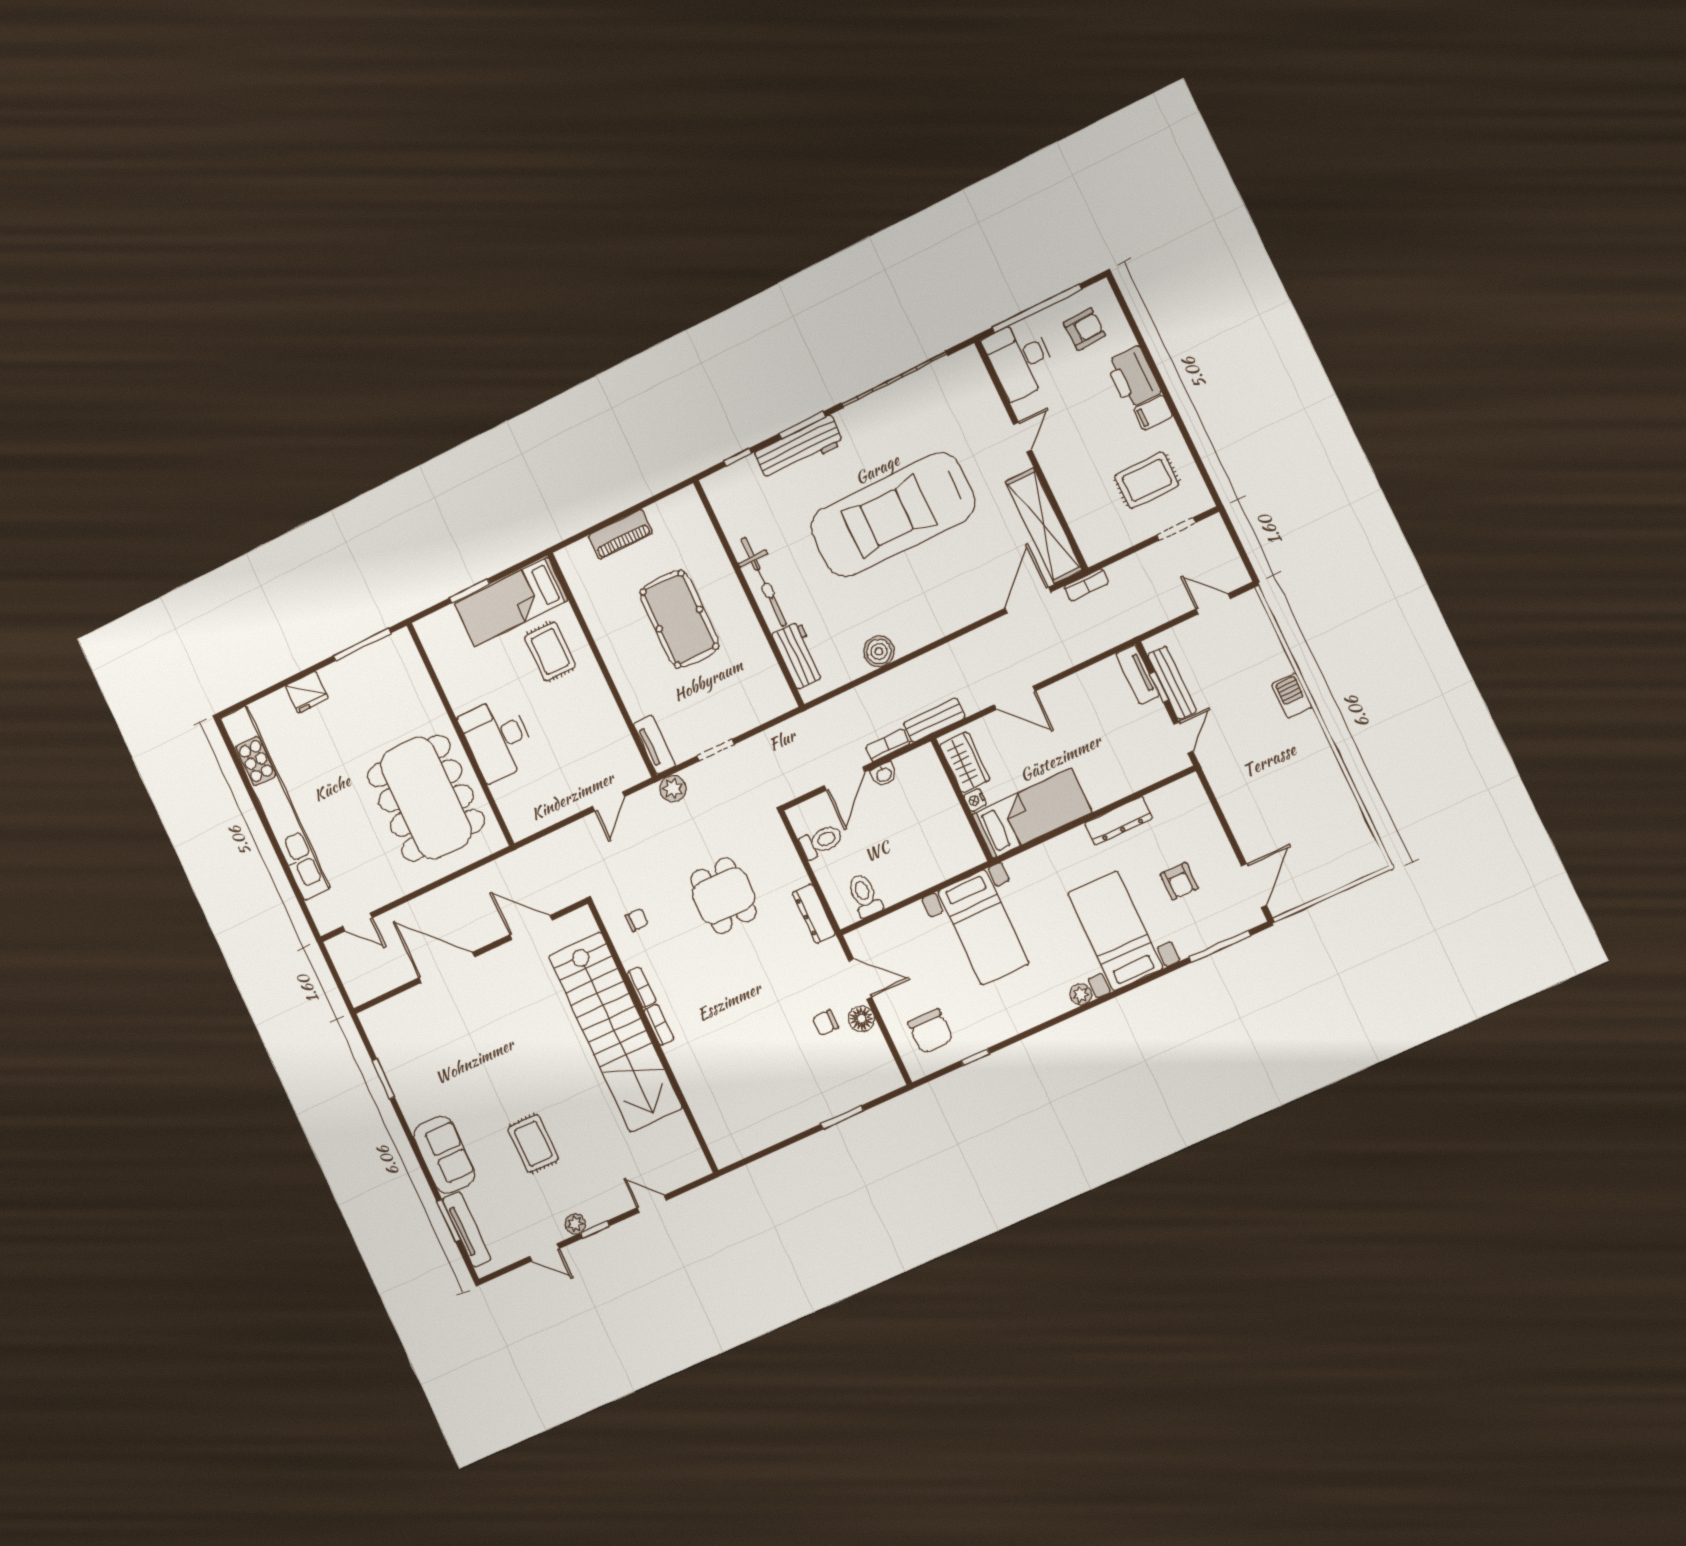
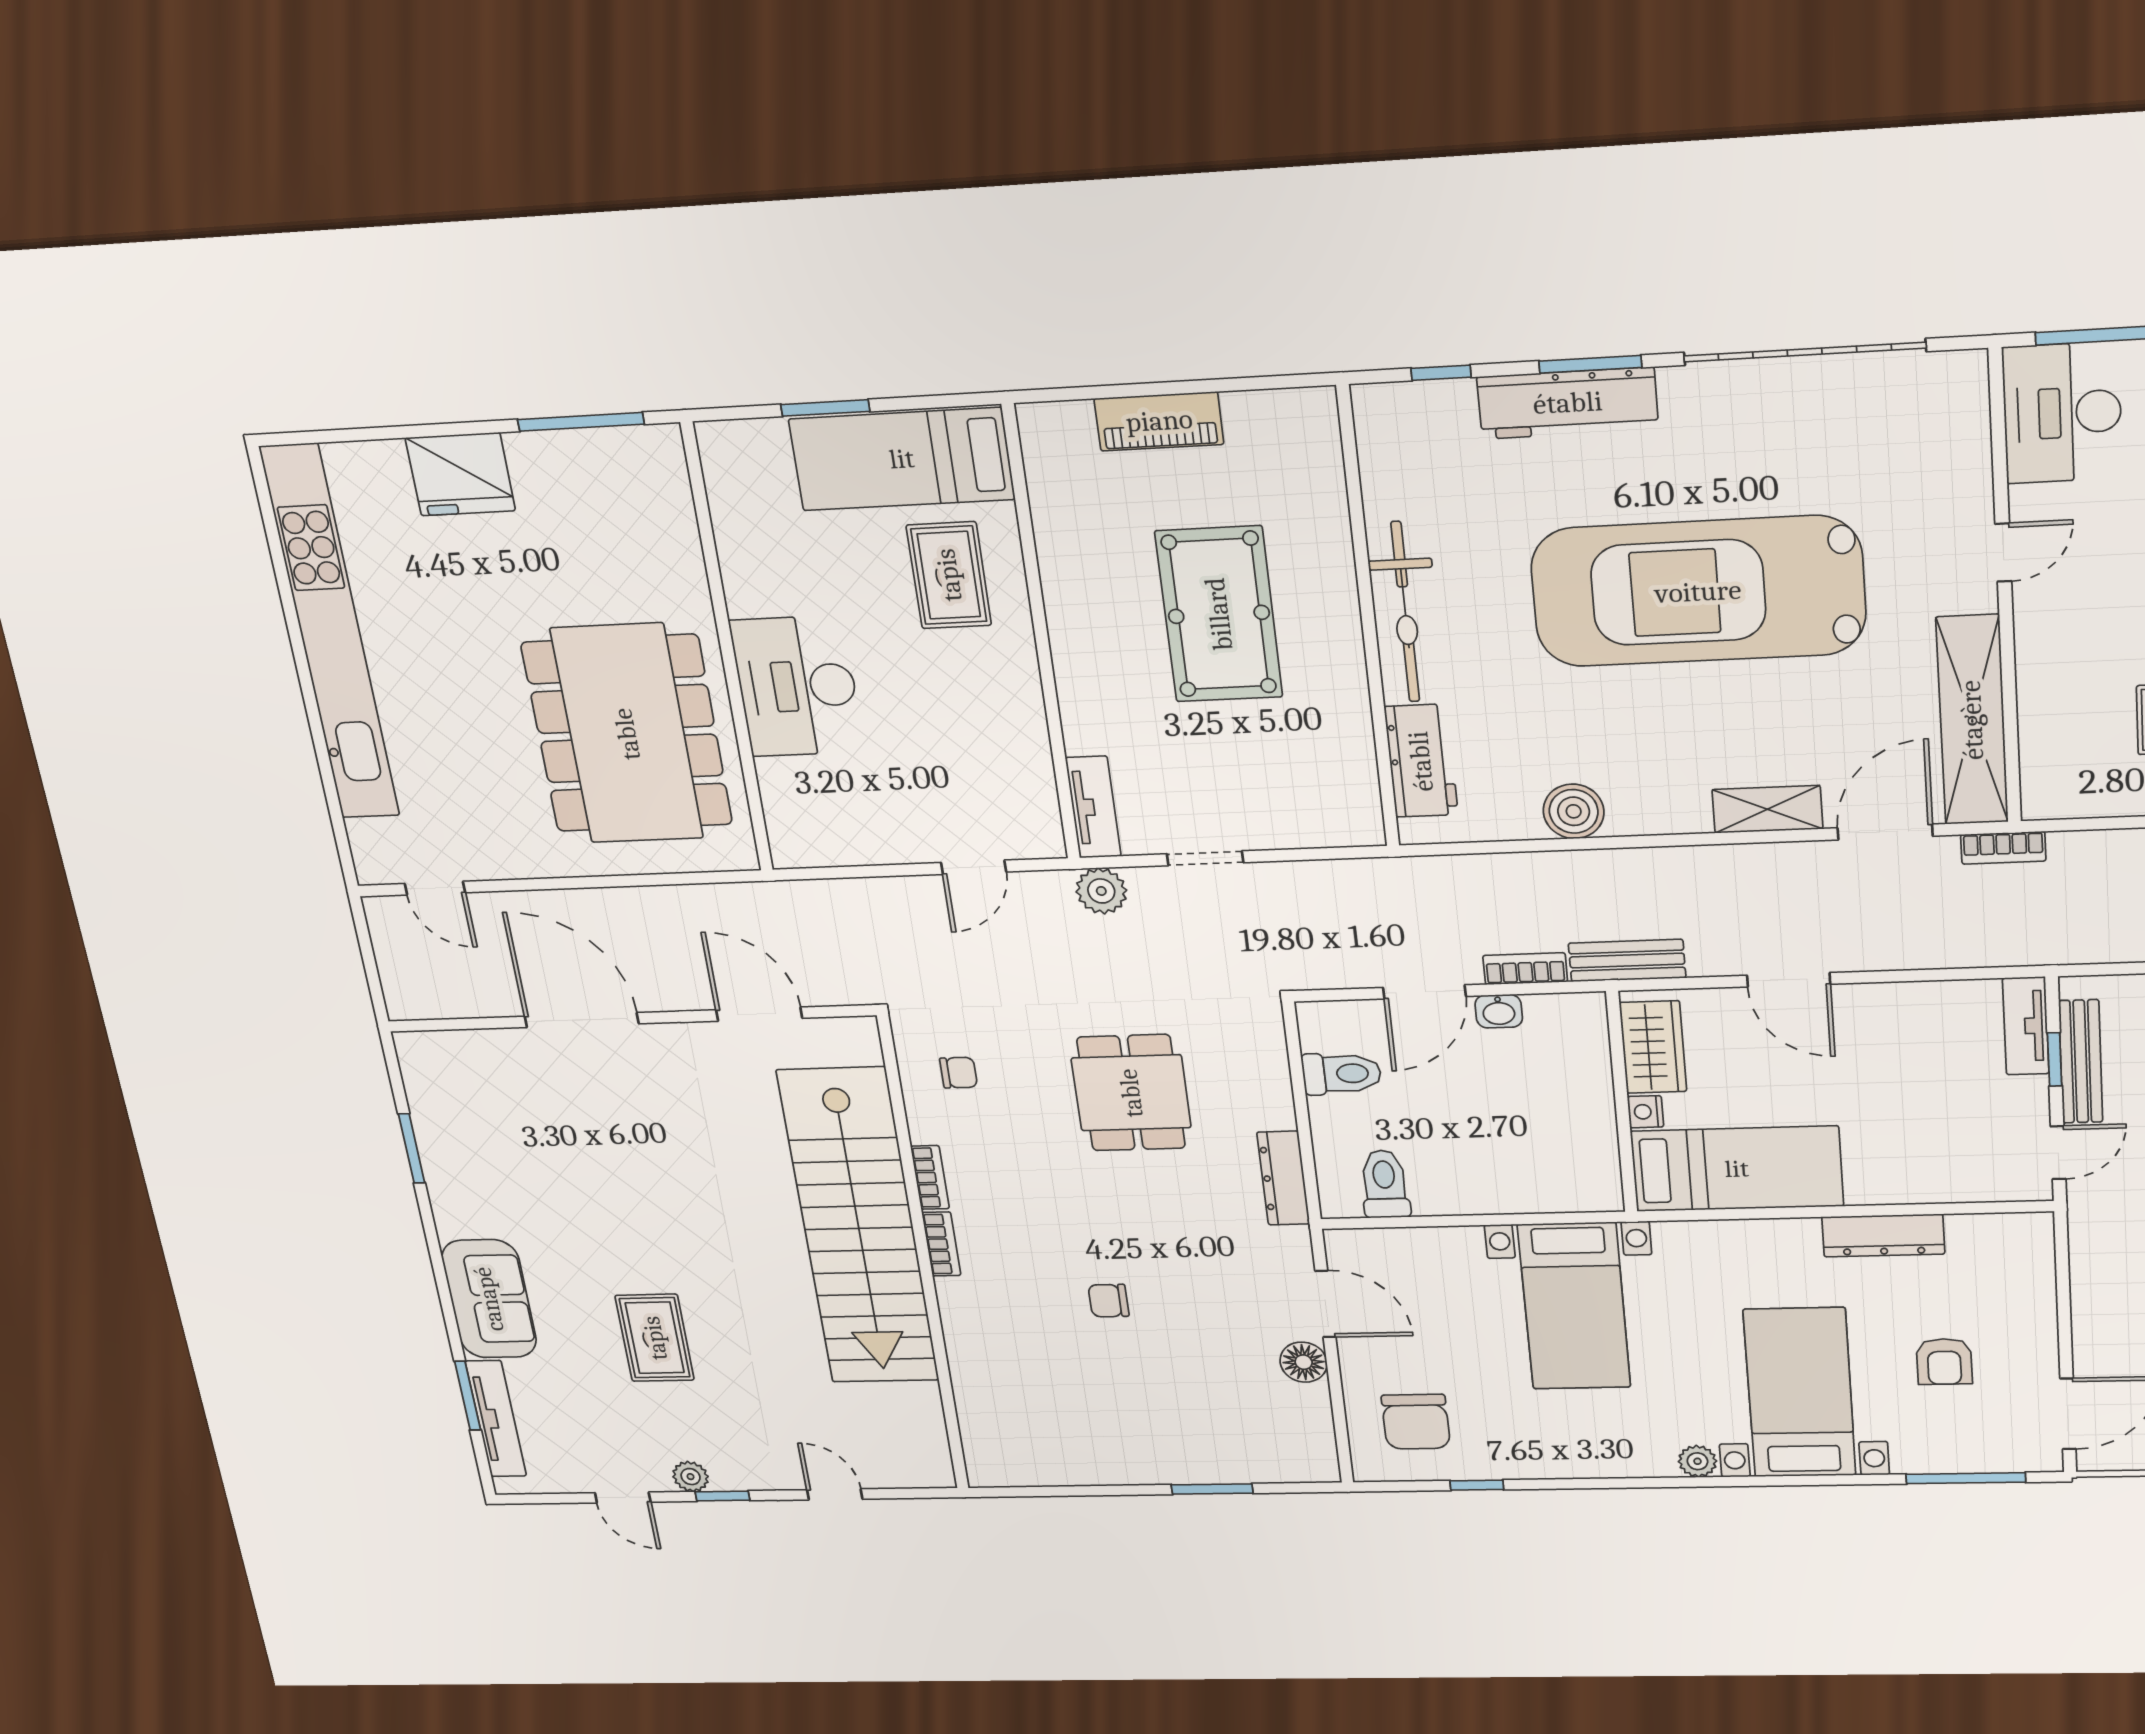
shelving: (968, 612) -> (1767, 809), added
fridge: (307, 692) -> (460, 474), width x1.36, depth x1.34
chair: (825, 1023) -> (1109, 1301), moved

